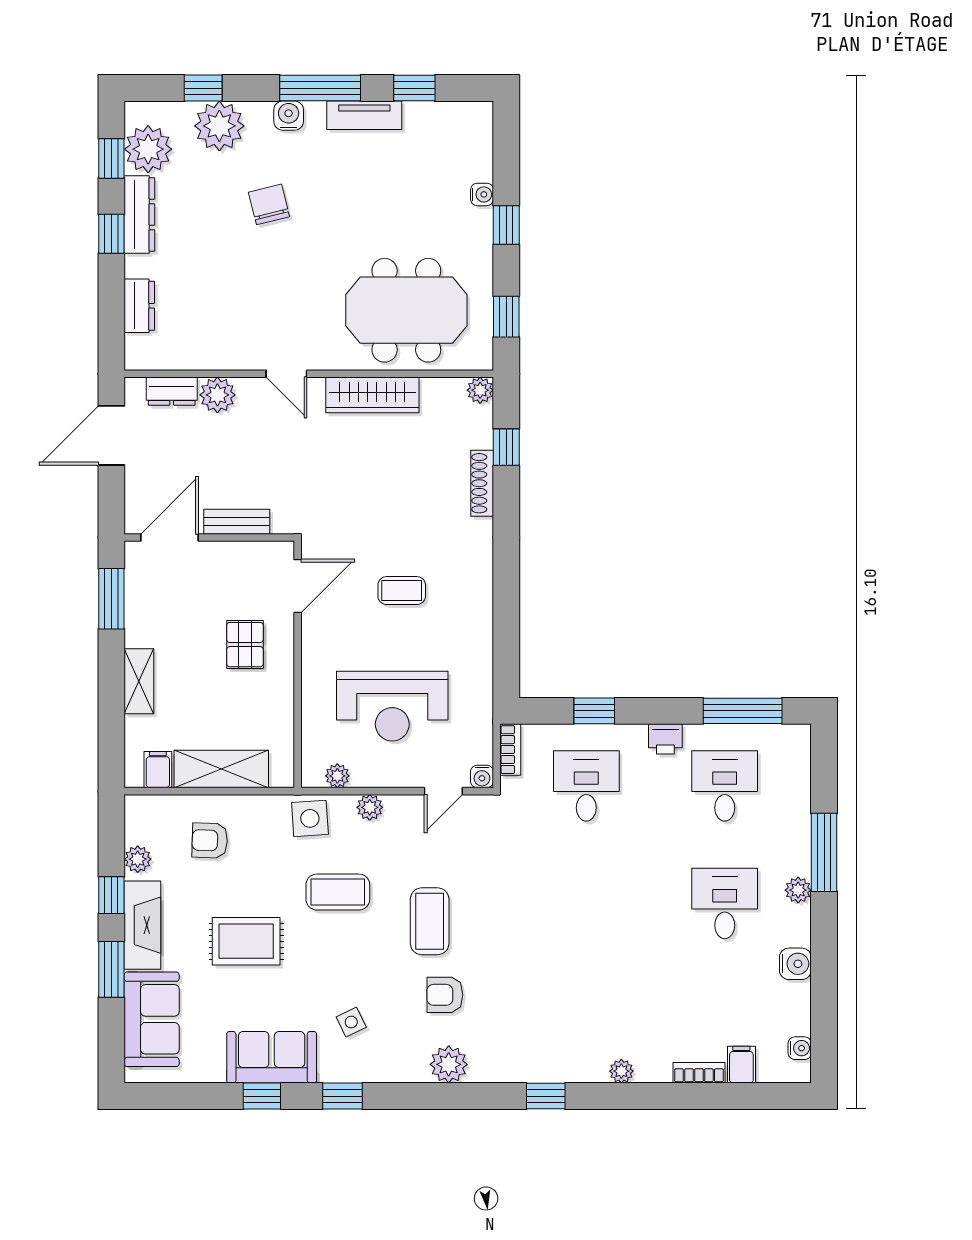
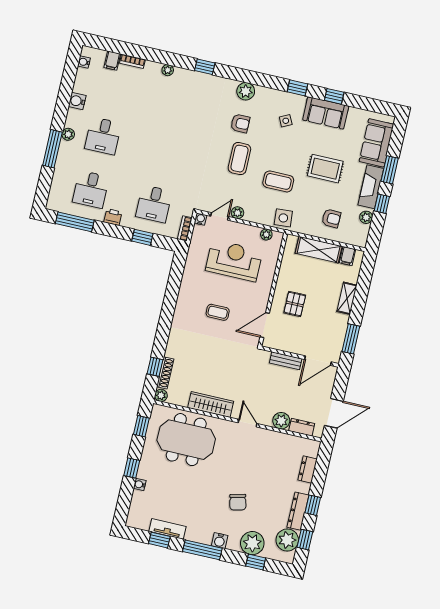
tv unit: (364, 115) -> (168, 529), moved
shoe rack: (482, 483) -> (165, 373), moved
plant: (370, 807) -> (237, 213), moved

